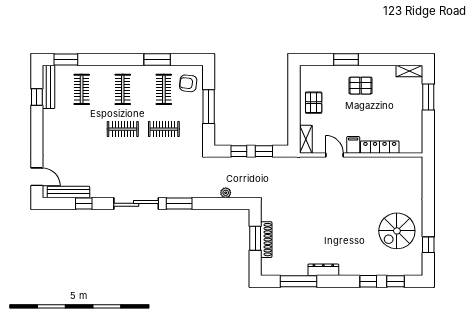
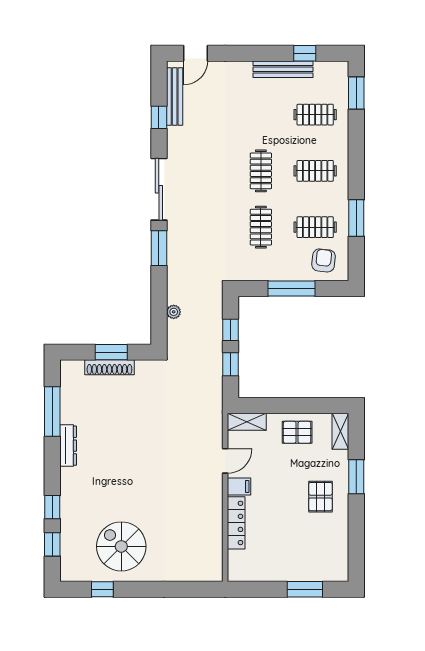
shelving: (409, 71) -> (340, 431), moved
bench: (49, 87) -> (283, 69), moved

